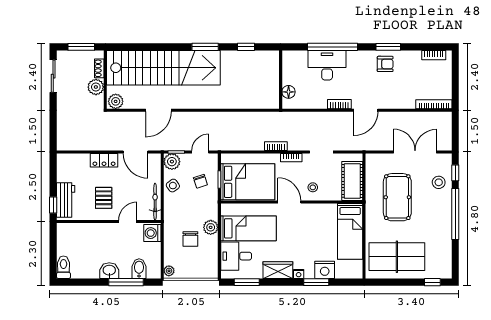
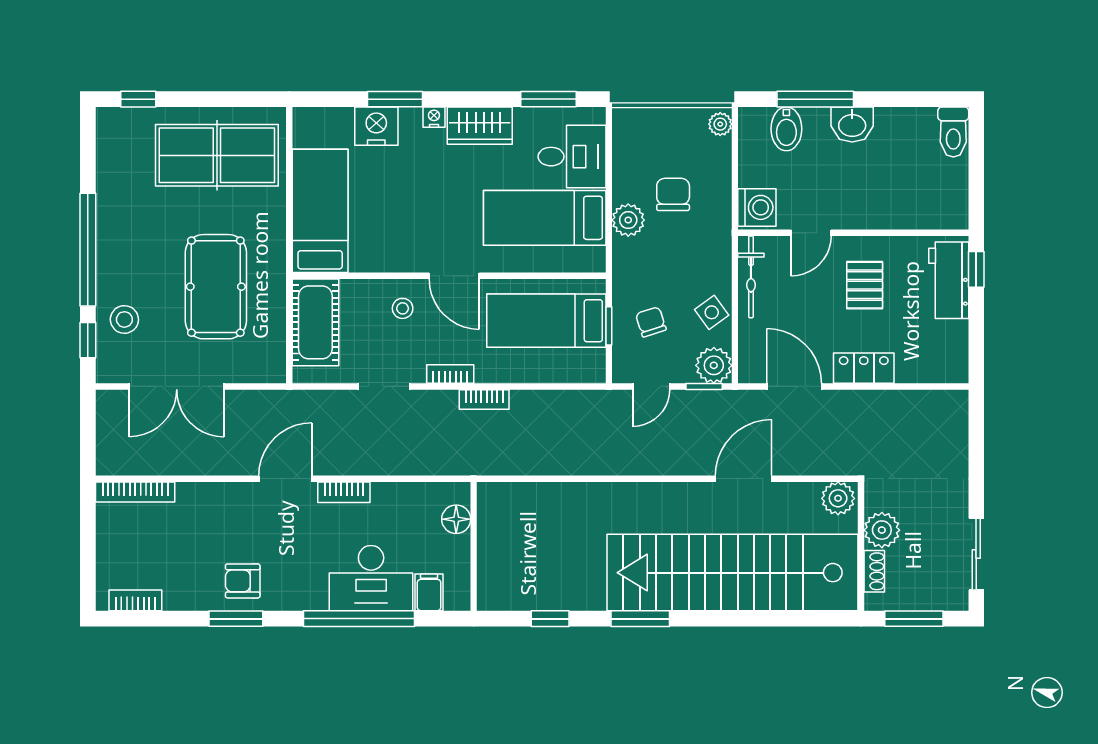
filing cabinet: (301, 59) -> (429, 592), added
bed: (248, 182) -> (546, 321), width x0.67

